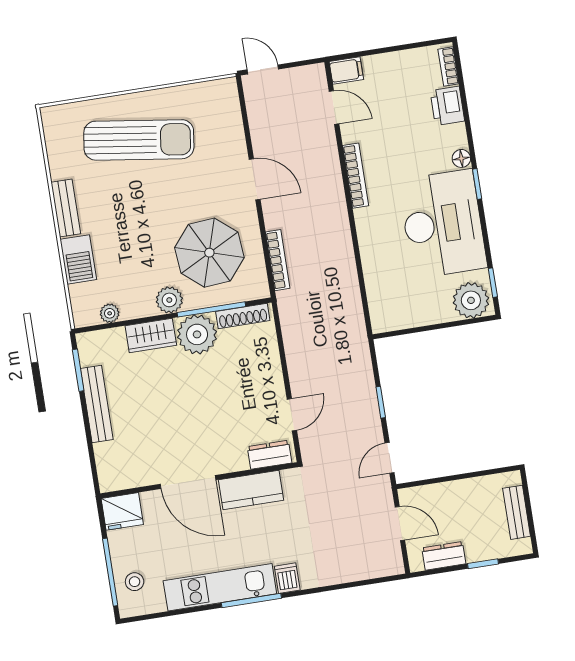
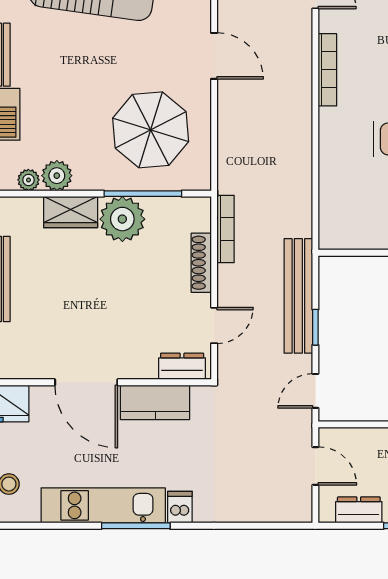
bookcase: (278, 260) -> (226, 229), moved
plant: (169, 300) -> (57, 176), moved
shoe rack: (243, 316) -> (201, 263), moved, turned 90
bench: (361, 377) -> (298, 296), added

